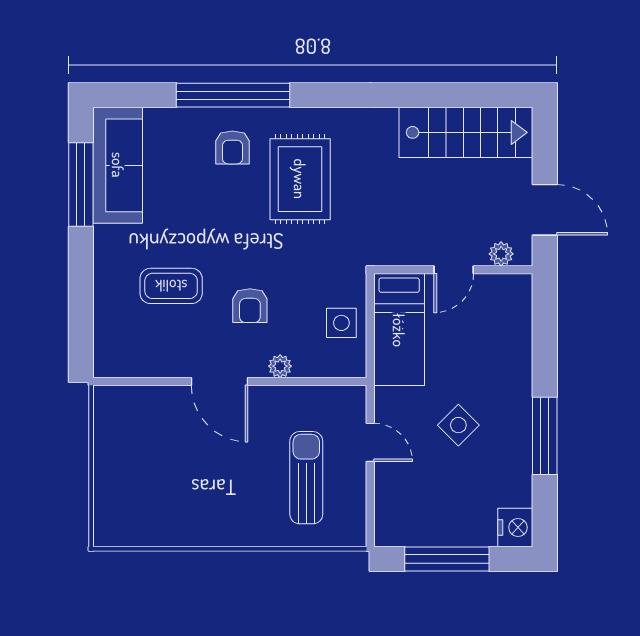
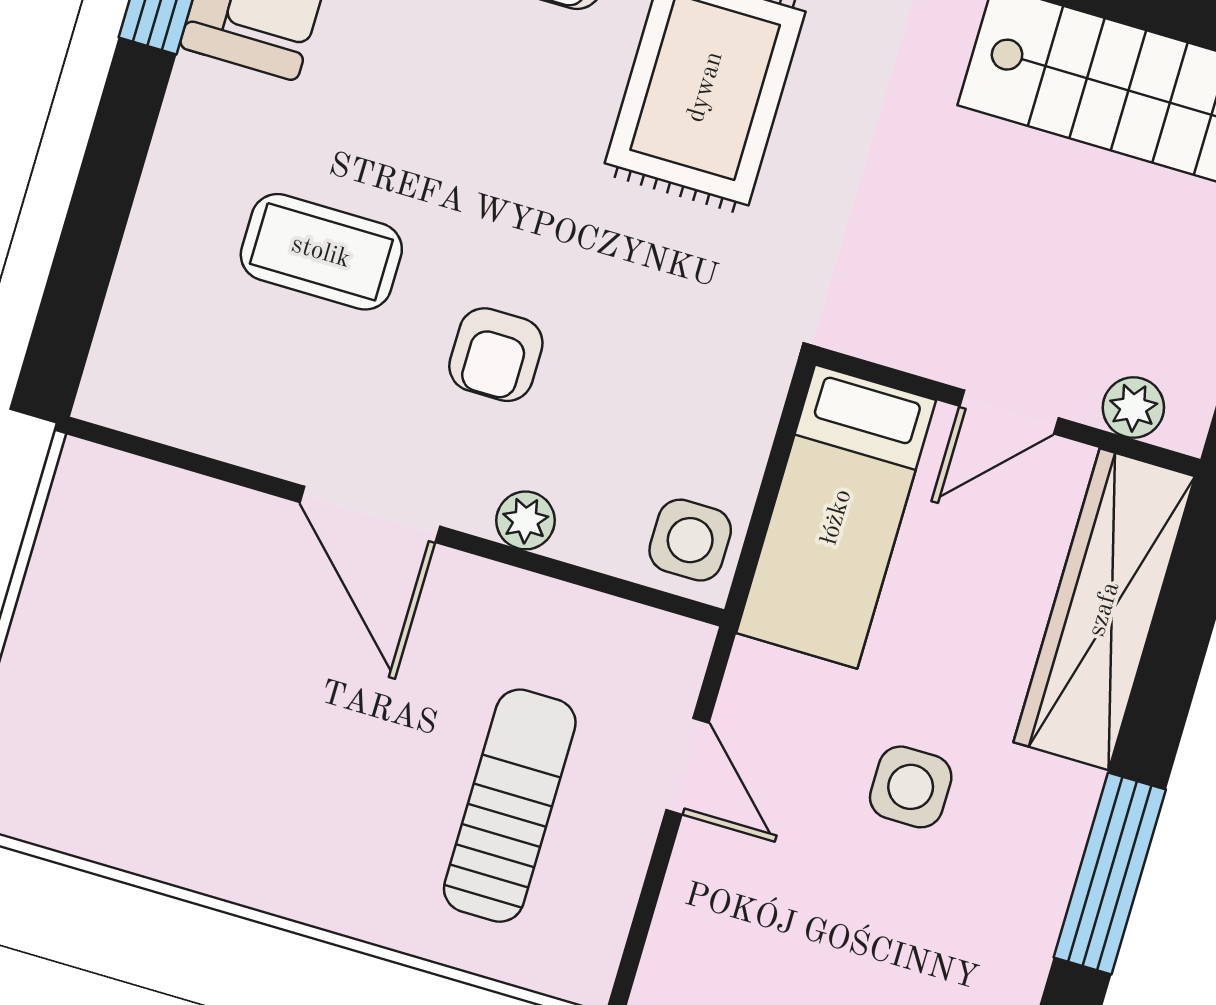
side table: (341, 323) -> (690, 540), moved
wardrobe: (513, 335) -> (1104, 609), added
side table: (458, 425) -> (911, 787), turned 45

